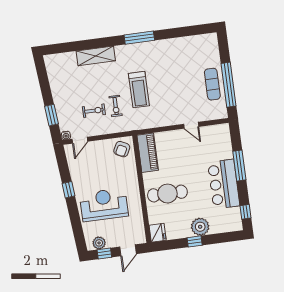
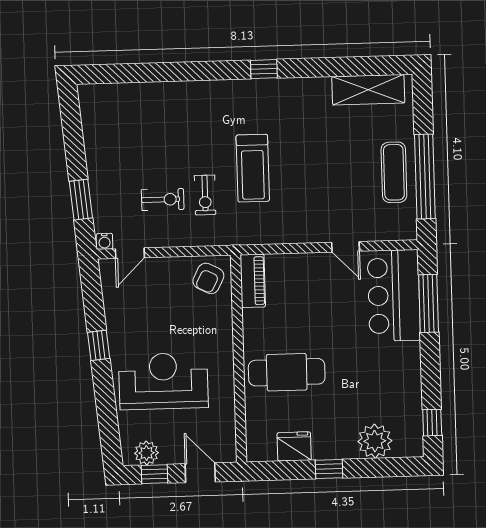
window: (139, 38) -> (264, 69), width x0.46
shelving: (96, 56) -> (368, 90), moved
piano: (148, 153) -> (253, 281), width x0.73, depth x0.75
window: (239, 166) -> (429, 303), moved
bar counter: (224, 184) -> (394, 296), moved
plant: (200, 227) -> (375, 441), moved
fridge: (158, 233) -> (294, 446), moved, turned -90
door: (128, 250) -> (200, 473), swing flipped

